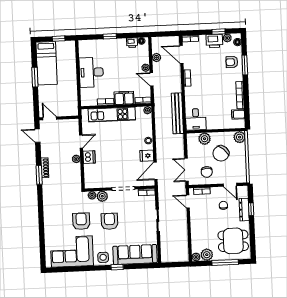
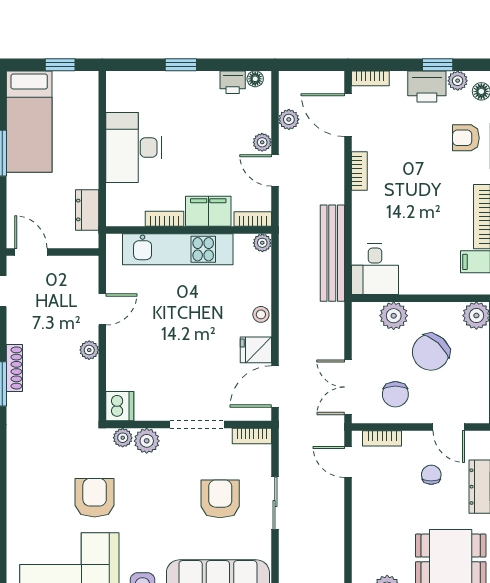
dresser: (73, 100) -> (87, 210), added
dishwasher: (89, 157) -> (120, 406), moved
armchair: (109, 221) -> (220, 499), moved

